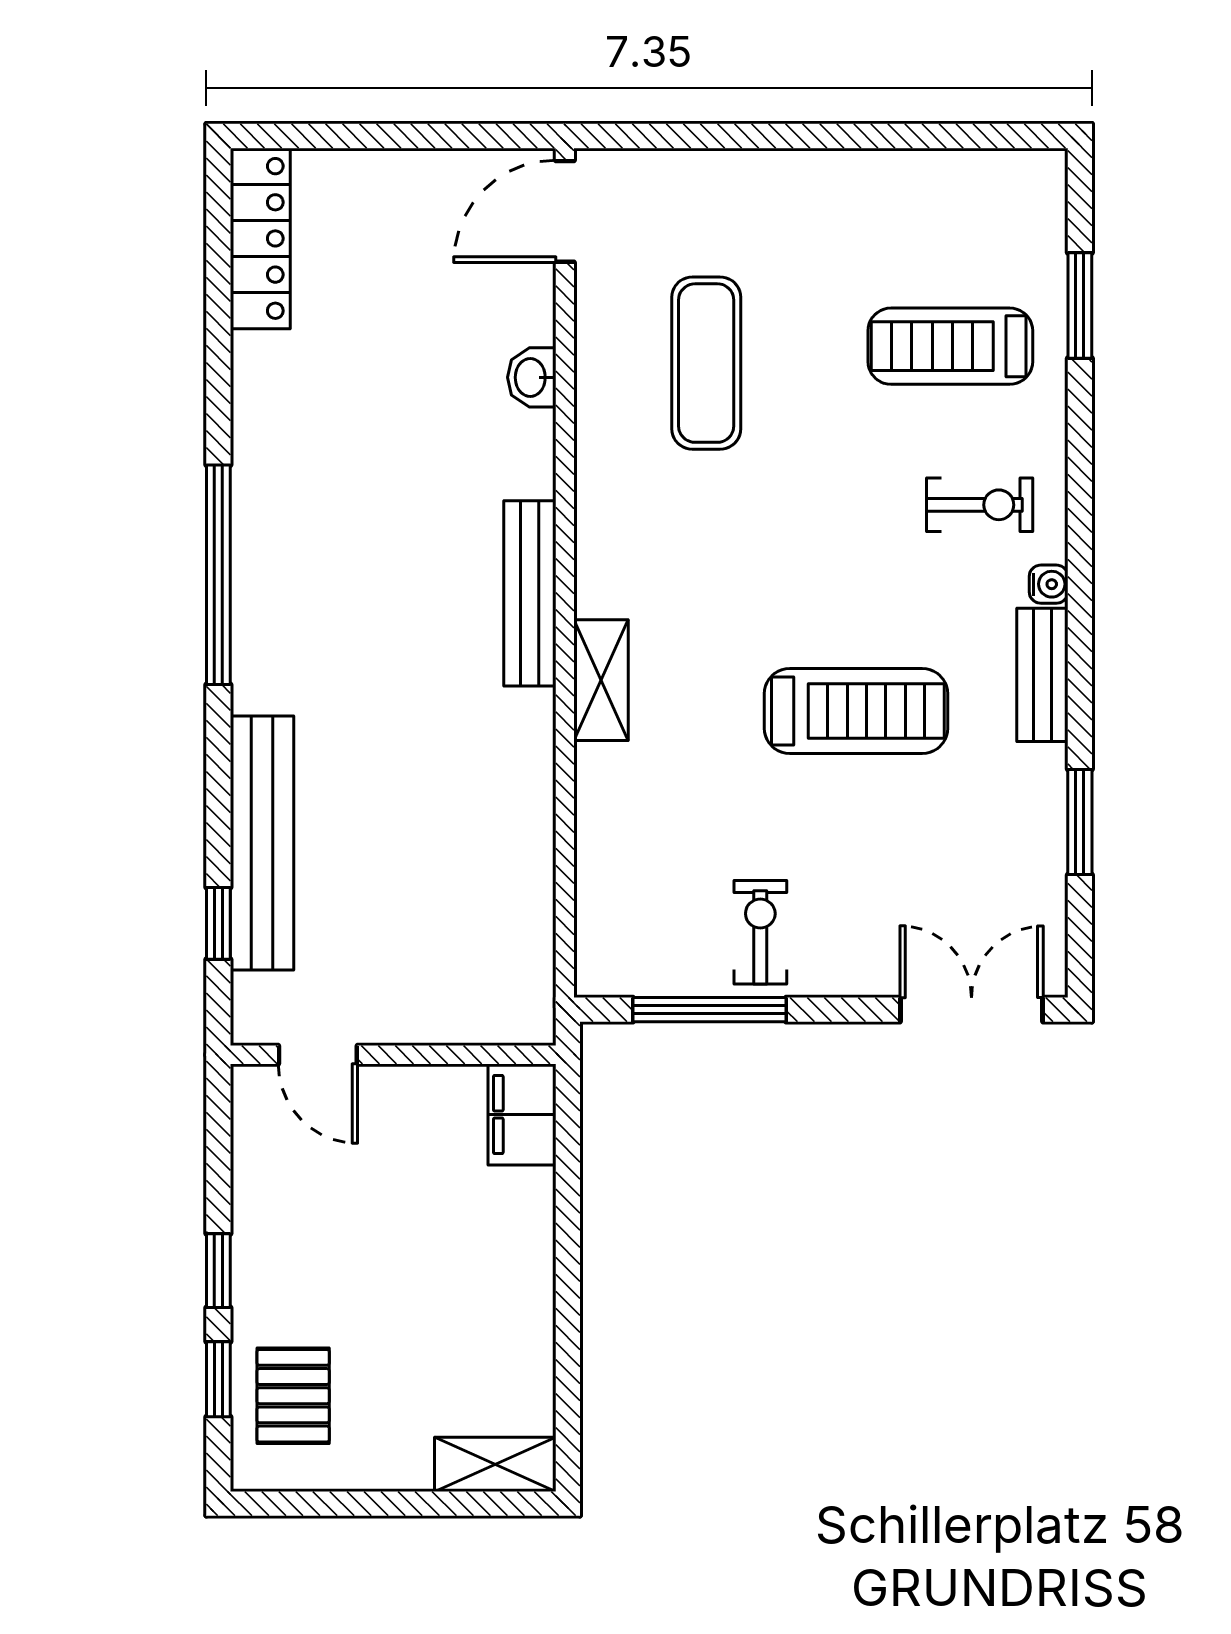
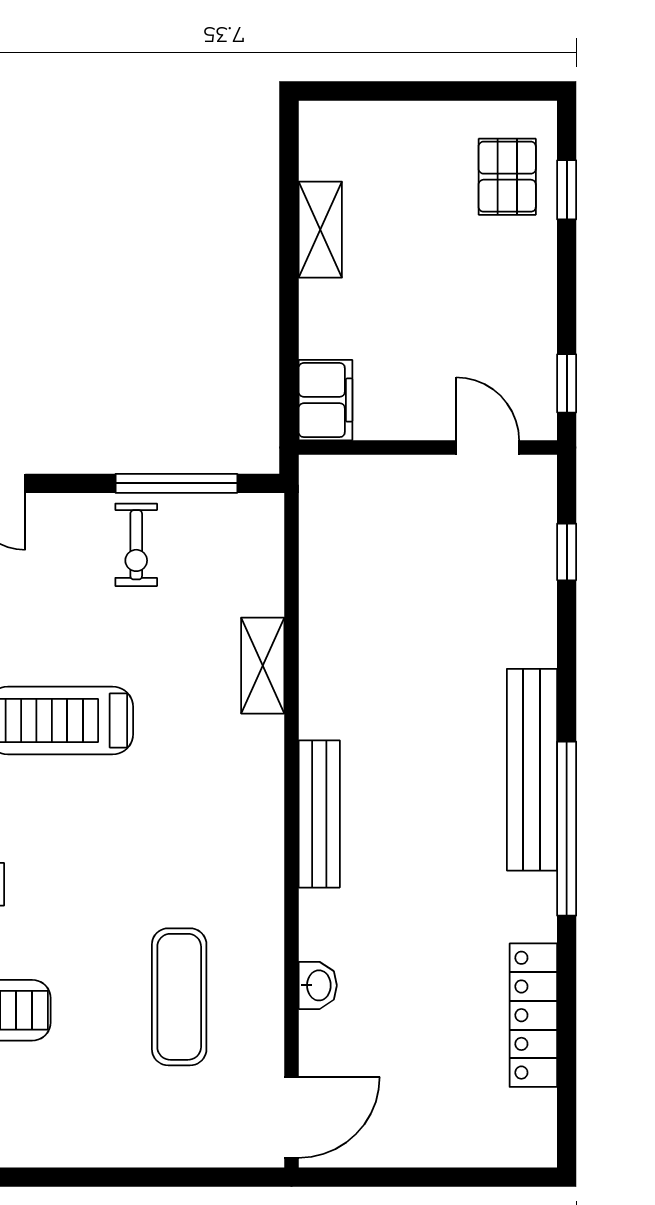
locker: (260, 238) -> (533, 1015), moved
shelving: (601, 680) -> (263, 666), moved
bench: (262, 843) -> (532, 770), moved
window: (218, 1271) -> (567, 383), moved
shelving: (495, 1464) -> (320, 230), moved, turned 90

